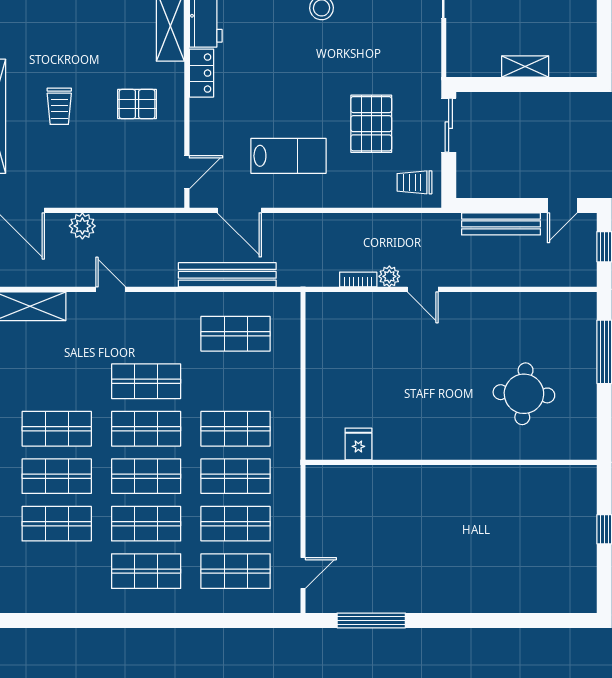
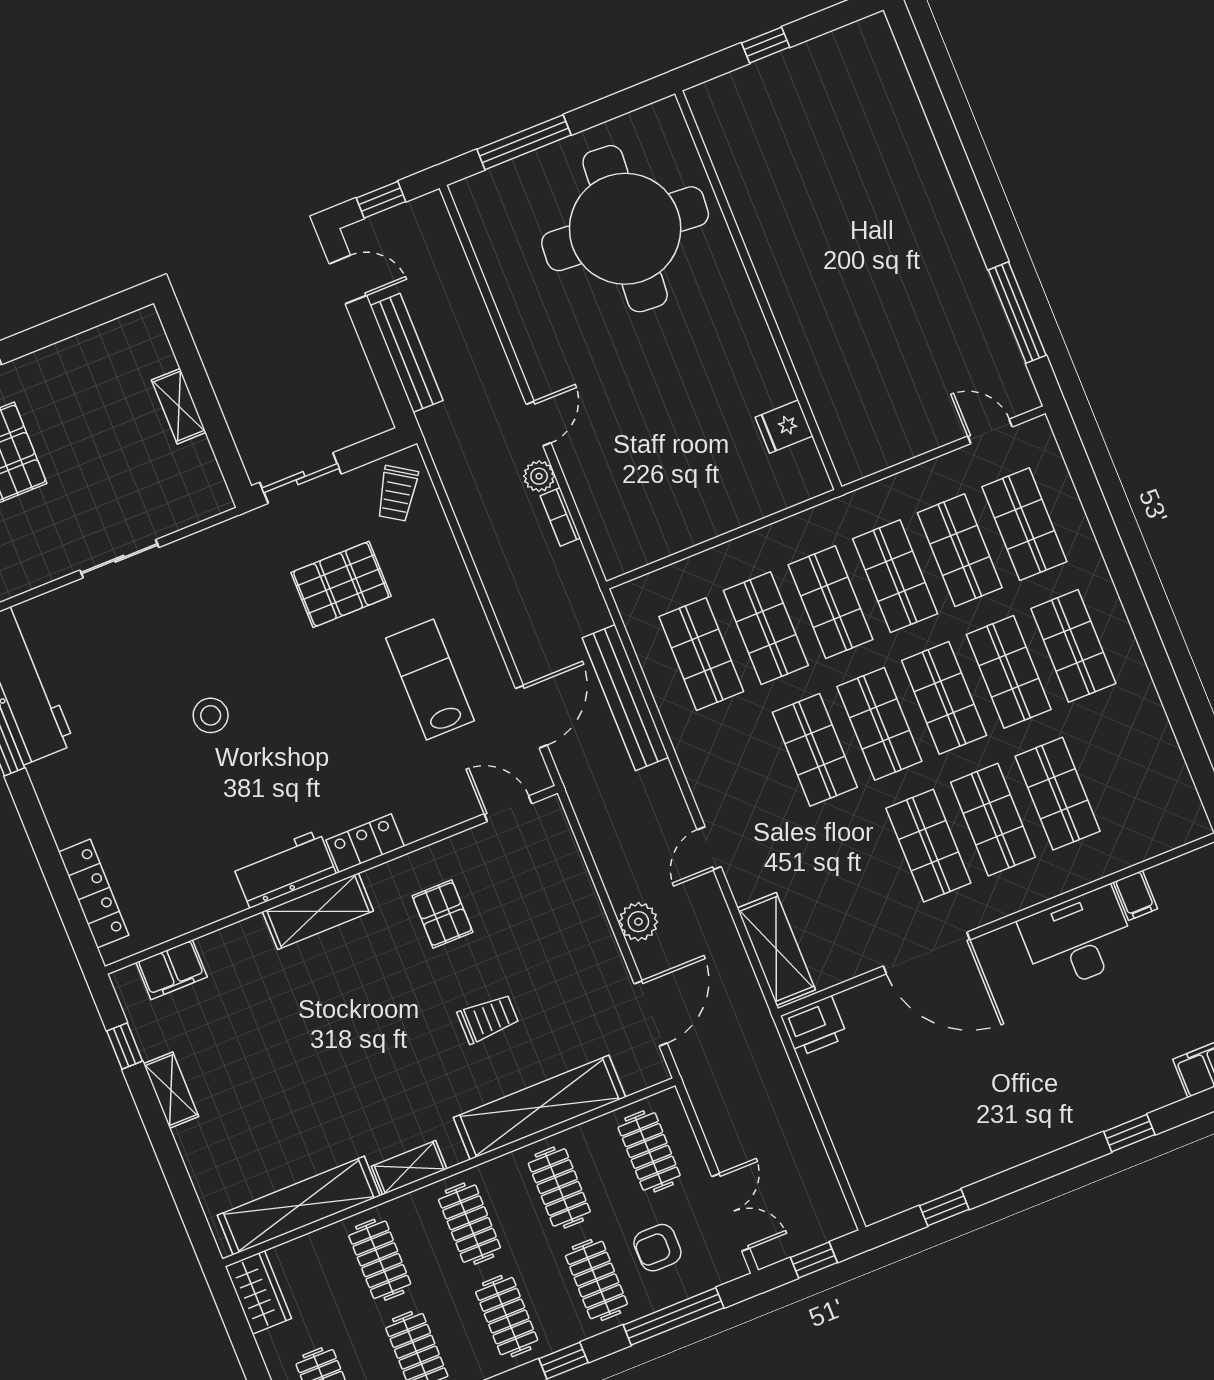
trolley: (414, 182) -> (397, 493), turned 33
shop shelf: (236, 381) -> (766, 628), added
round table: (524, 394) -> (625, 229), width x1.86, depth x1.86

